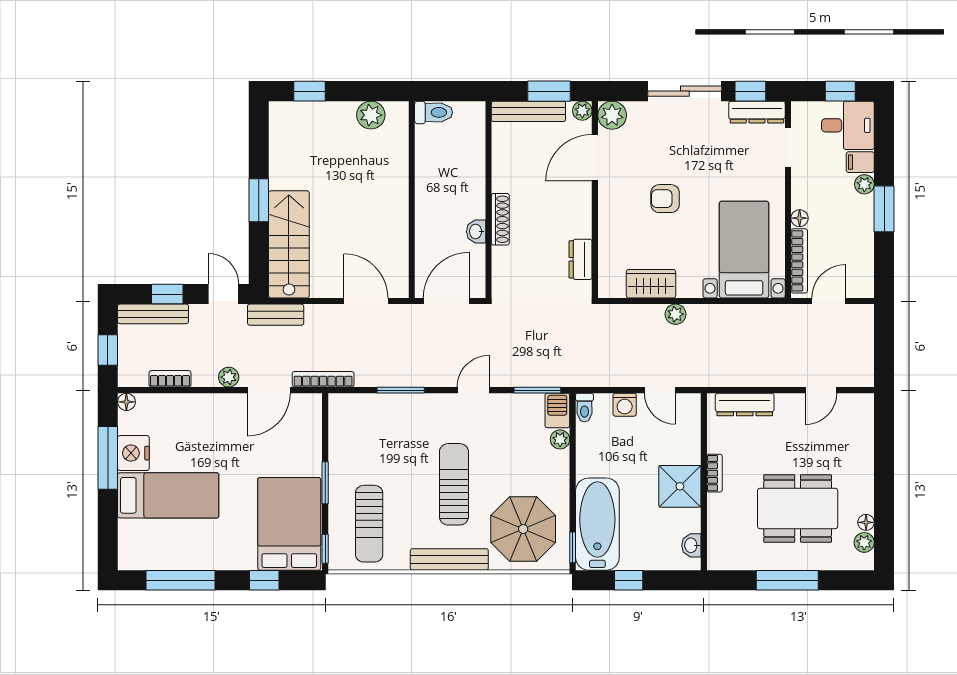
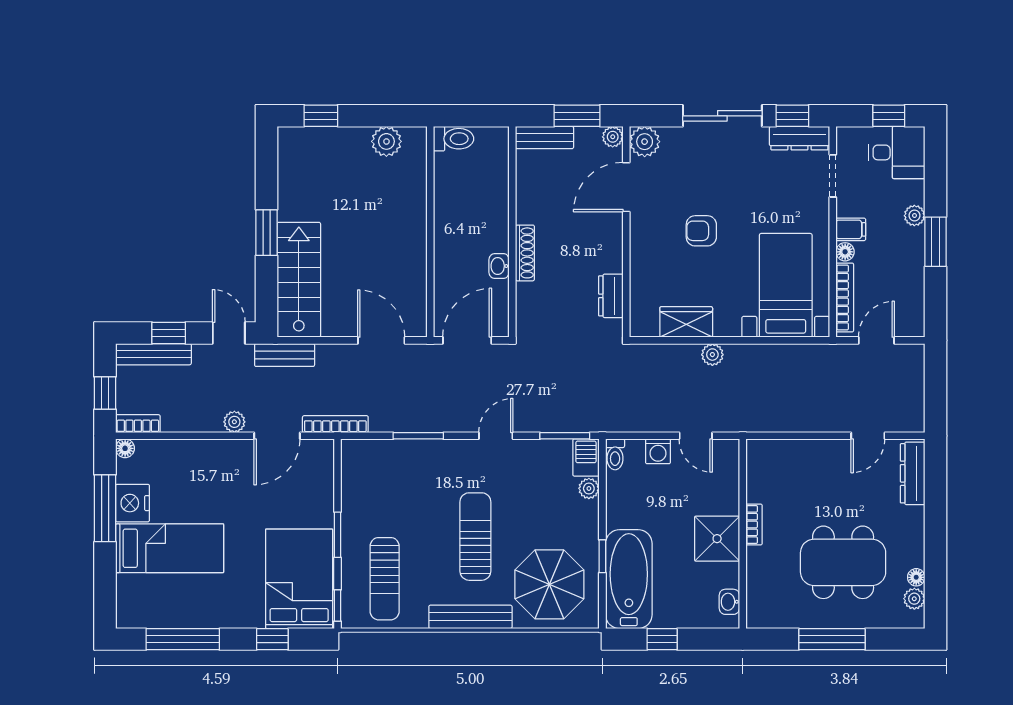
bench: (528, 111) -> (545, 138), width x0.73
filing cabinet: (860, 162) -> (851, 229), moved, turned 180
bookcase: (170, 379) -> (138, 424), moved
dresser: (745, 405) -> (913, 473), moved, turned 90
window: (573, 547) -> (602, 556), moved

